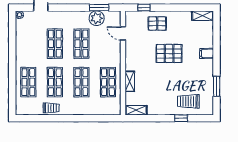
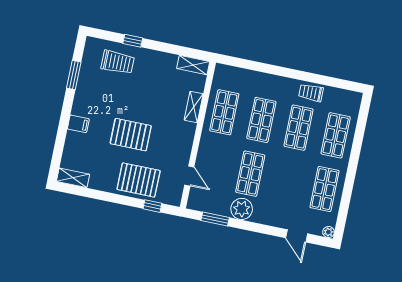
plant: (97, 18) -> (242, 209), moved
pallet: (157, 23) -> (139, 180), width x1.50, depth x1.42
shop shelf: (55, 44) -> (324, 189), moved

